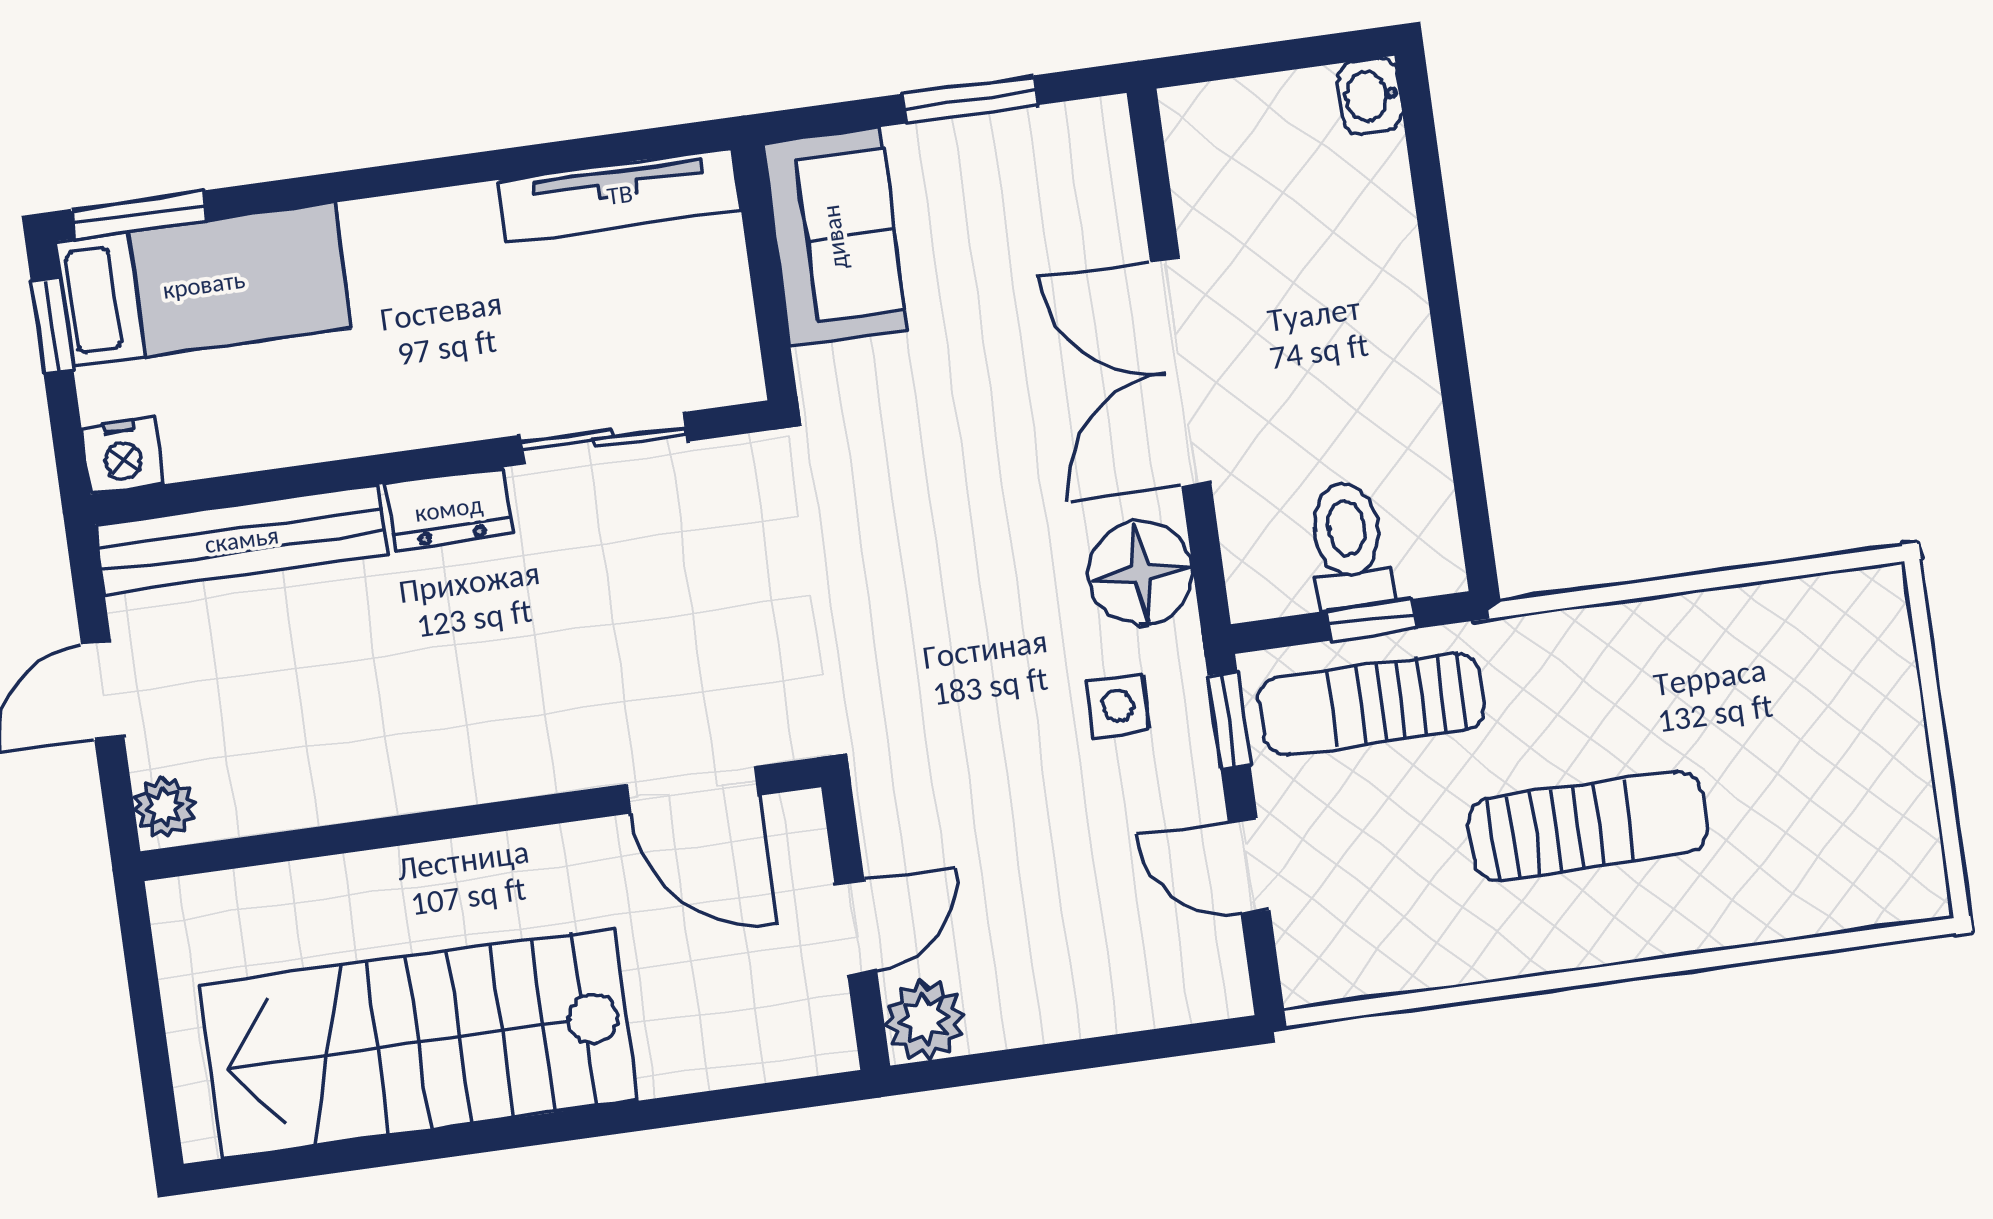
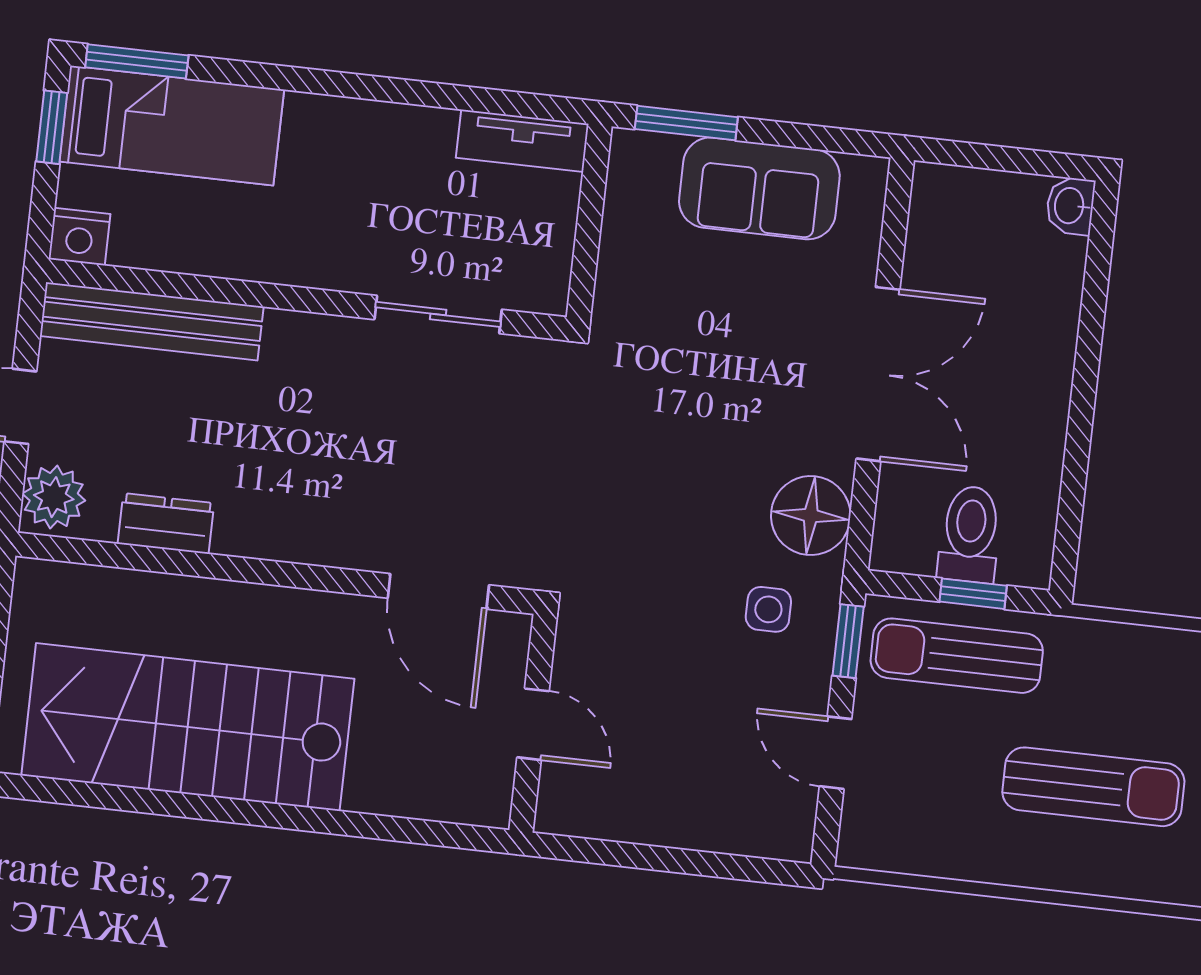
window: (970, 99) -> (686, 123), moved
tv unit: (620, 195) -> (522, 141), width x0.71
sofa: (835, 237) -> (759, 188), moved, turned 90
double door: (1181, 372) -> (878, 374), swing flipped
dresser: (449, 509) -> (166, 523), moved, turned 180
plant: (165, 807) -> (54, 497), width x1.38, depth x1.38
door: (856, 928) -> (533, 724), hinge flipped
plant: (925, 1020) -> (567, 805), removed

